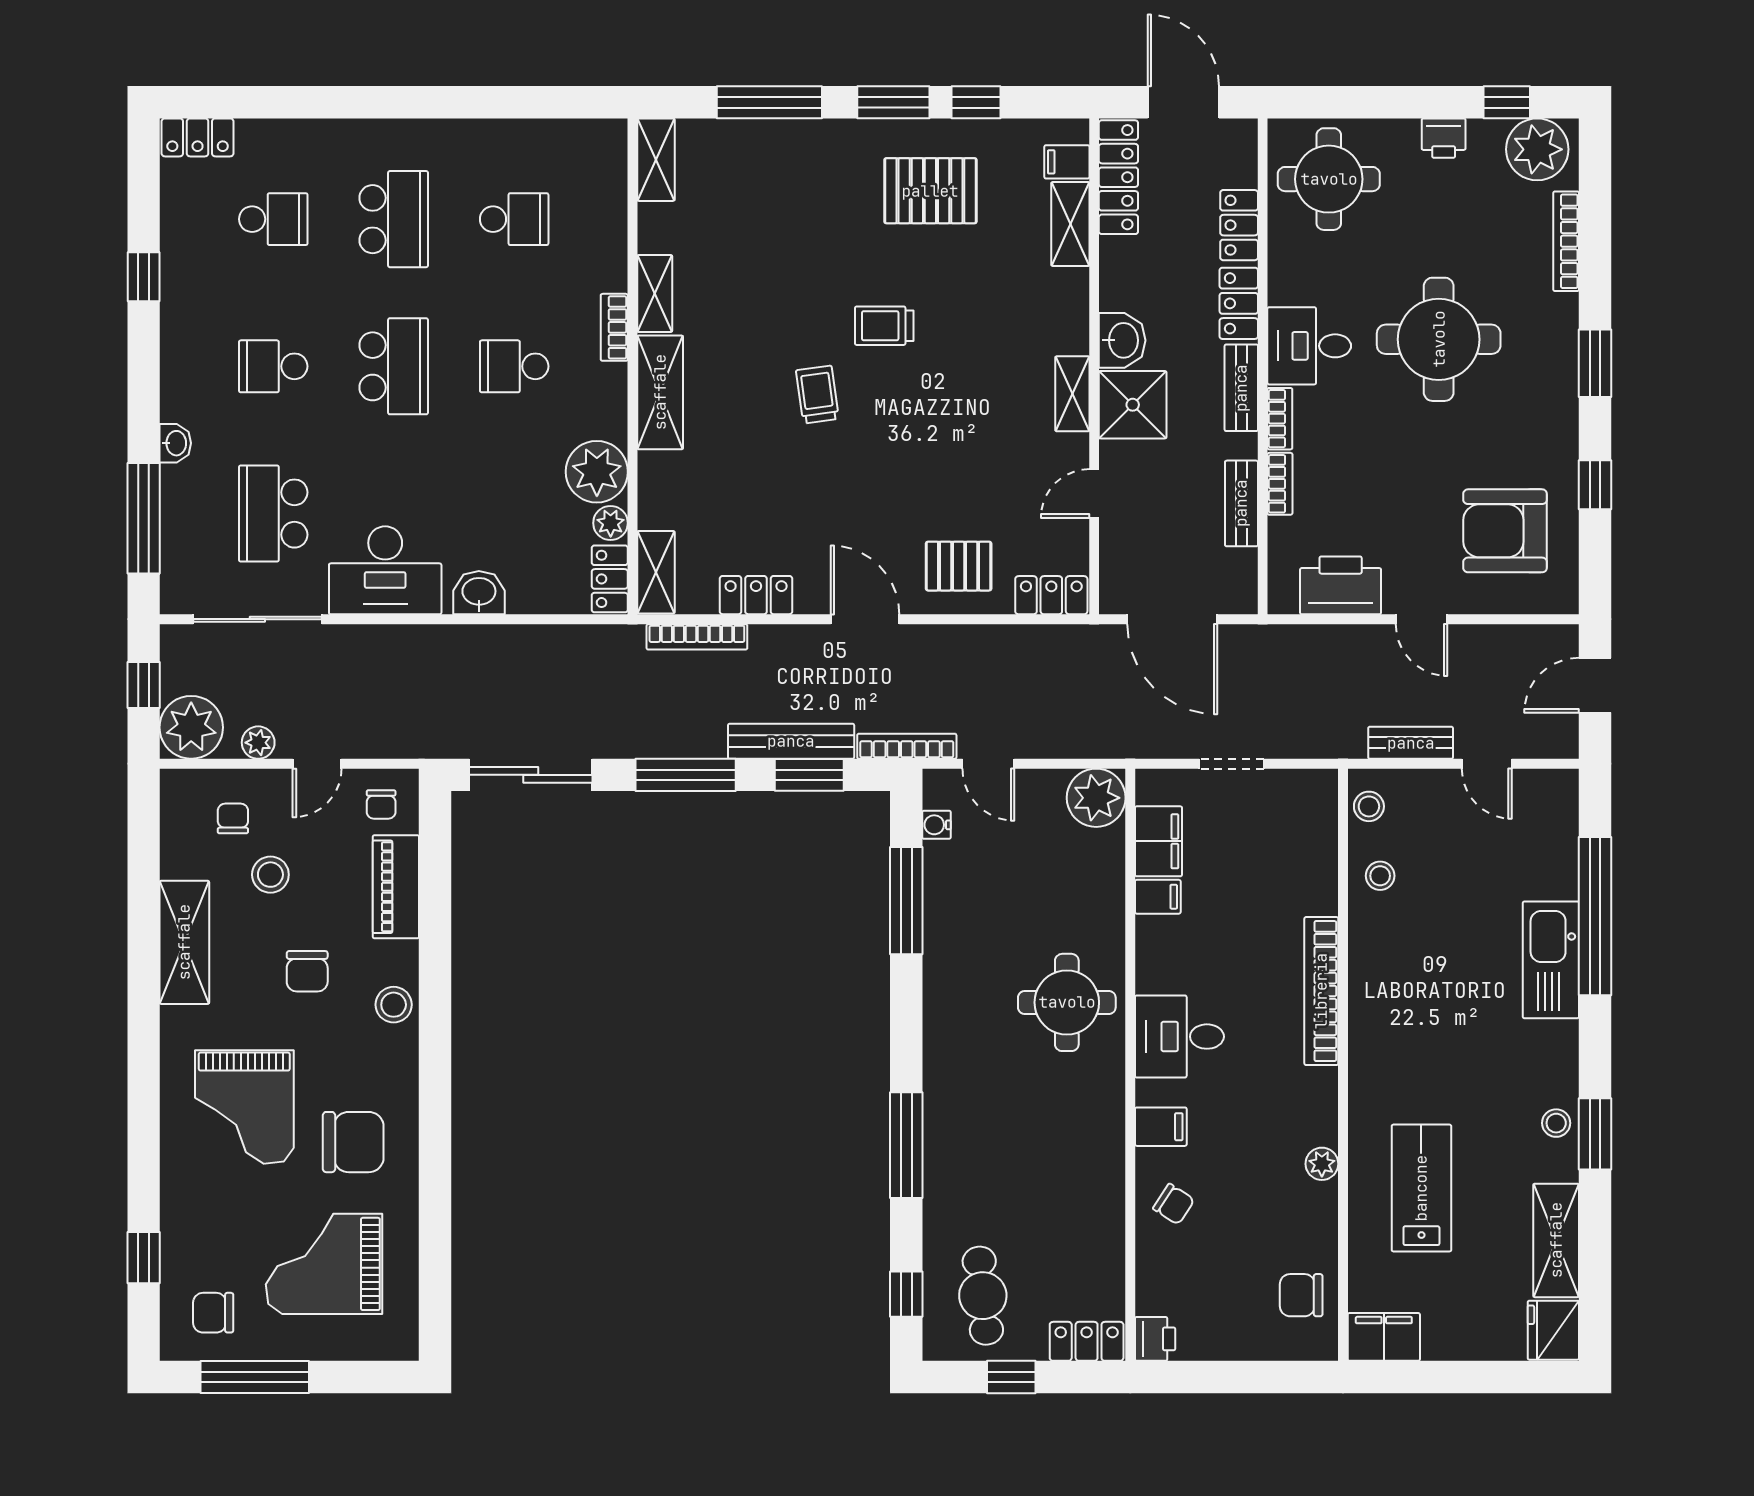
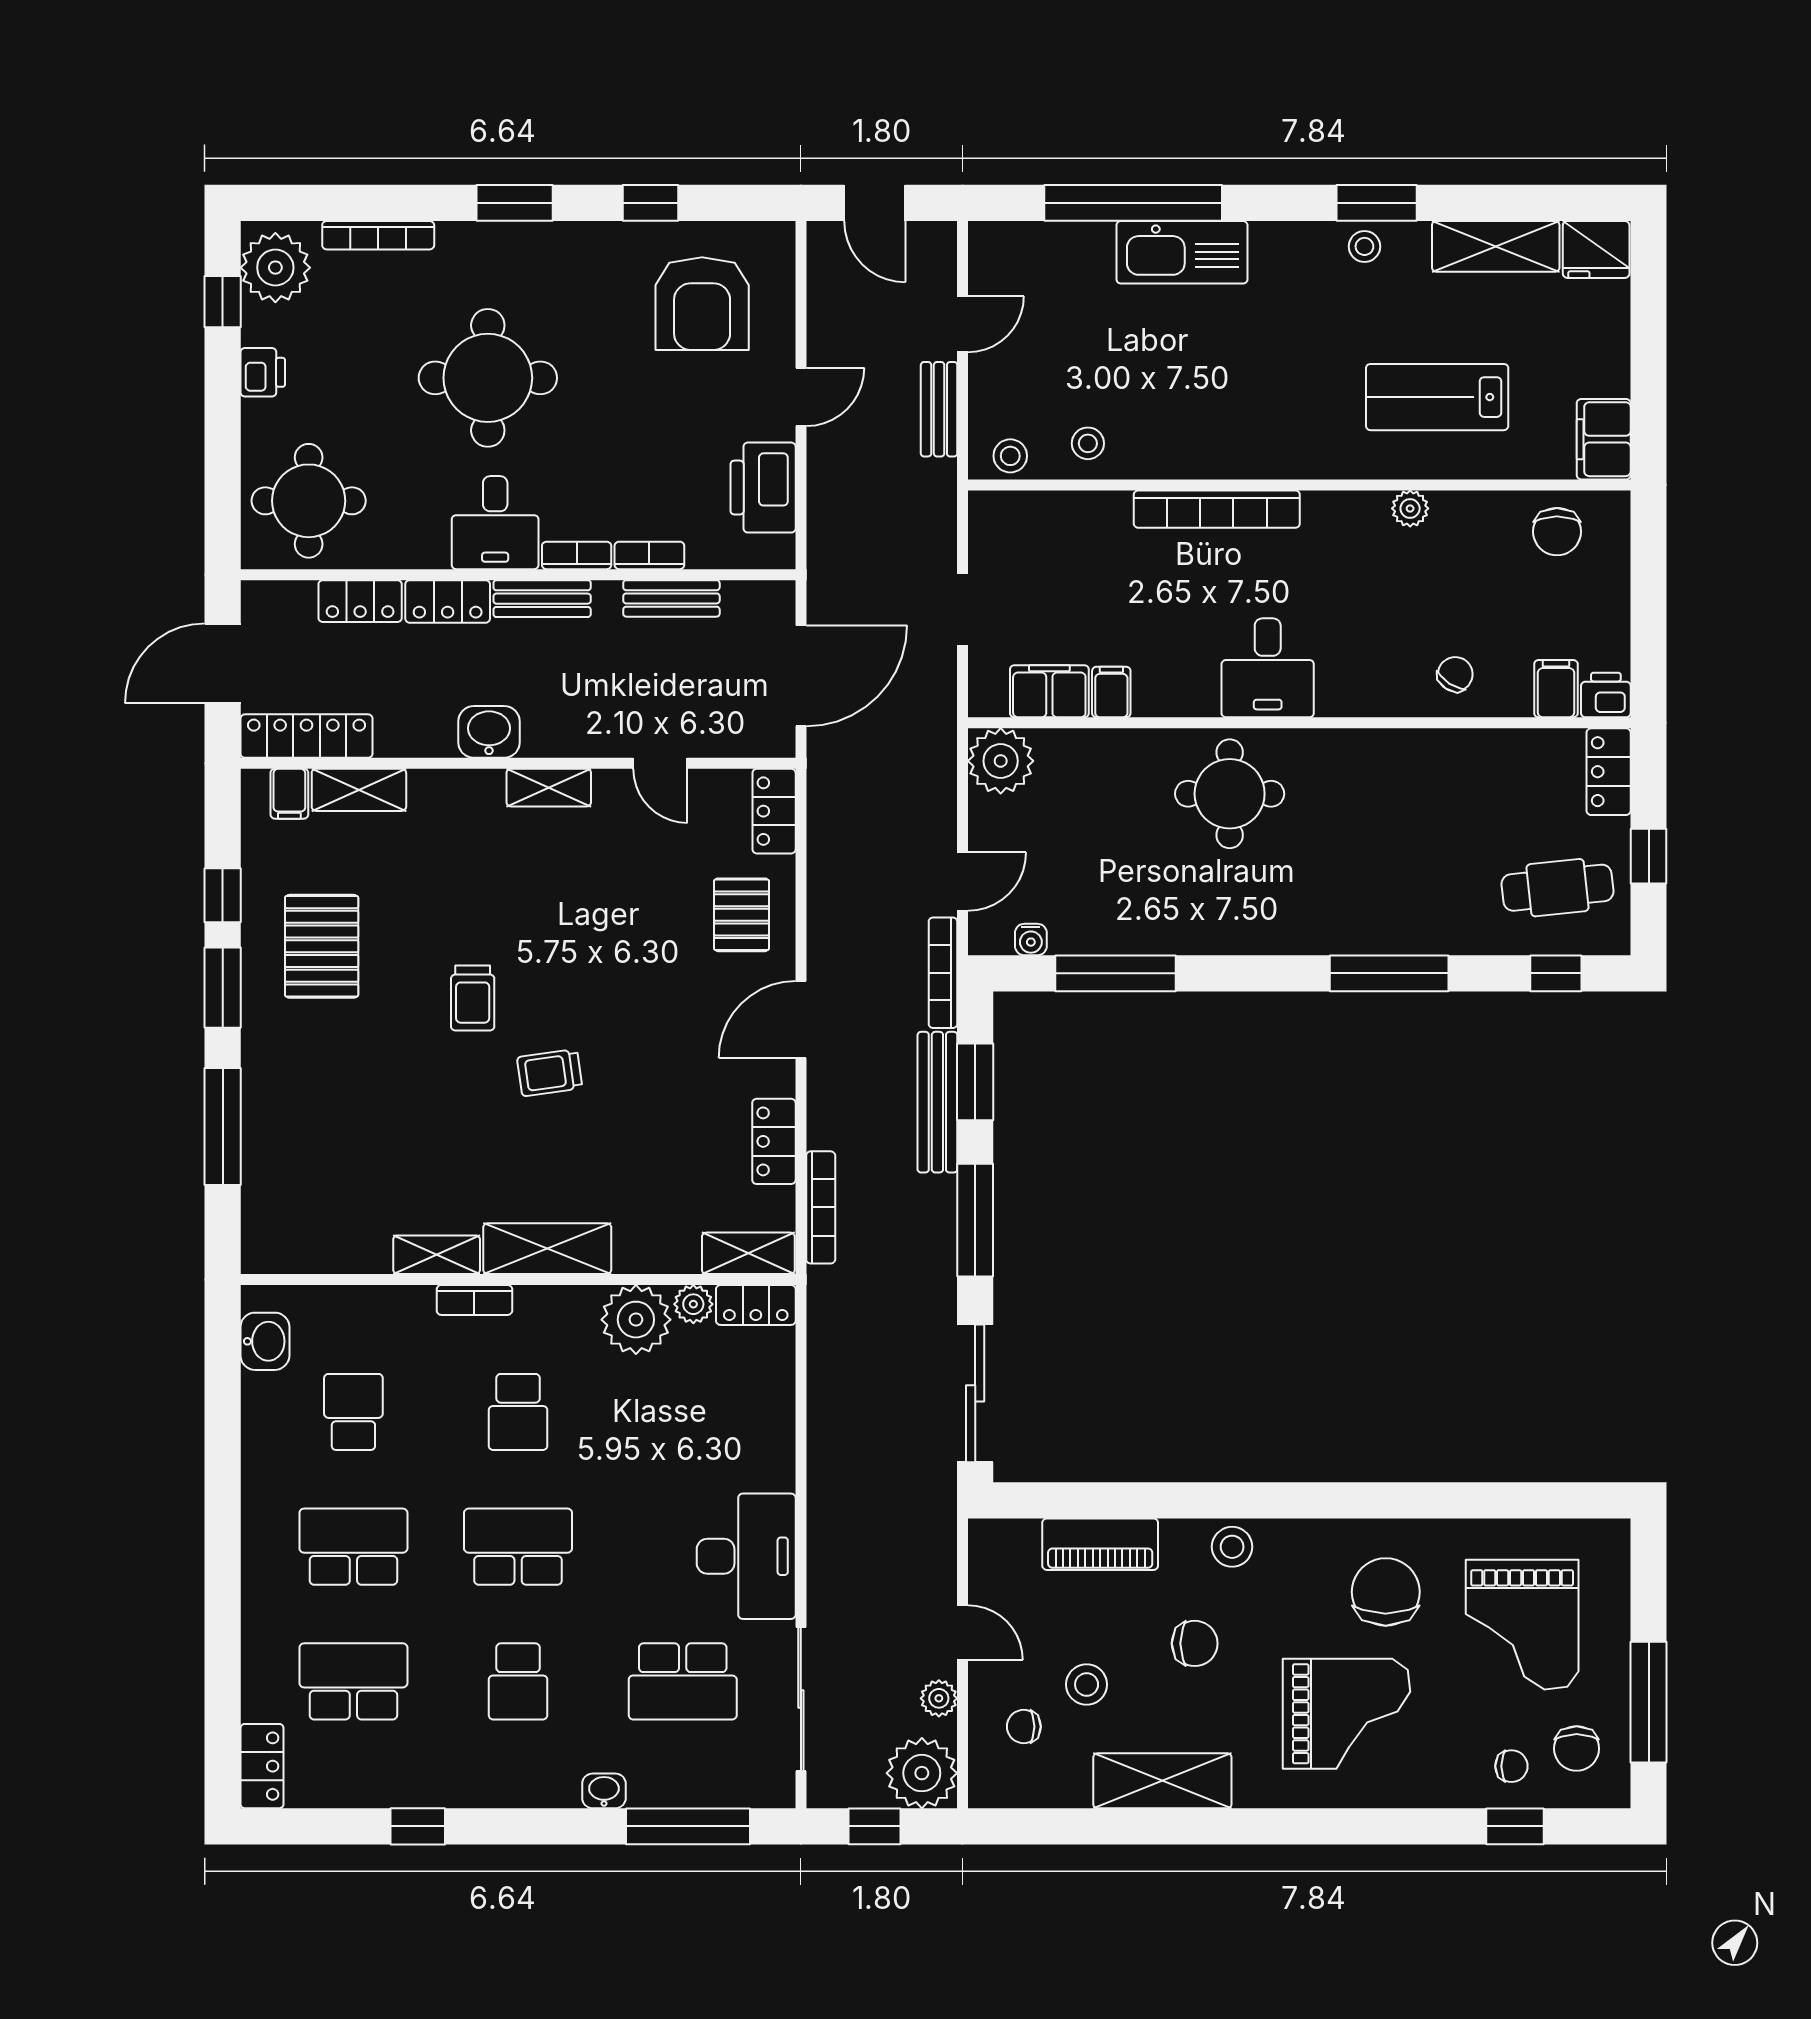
shelving: (656, 160) -> (287, 1253), removed
school desk: (273, 219) -> (353, 1681), width x1.85
shower: (1133, 405) -> (561, 720), removed
washbasin: (479, 593) -> (265, 1341), moved, turned 180
chair: (381, 804) -> (1511, 1766), moved
filing cabinet: (1161, 1127) -> (1556, 689), moved

